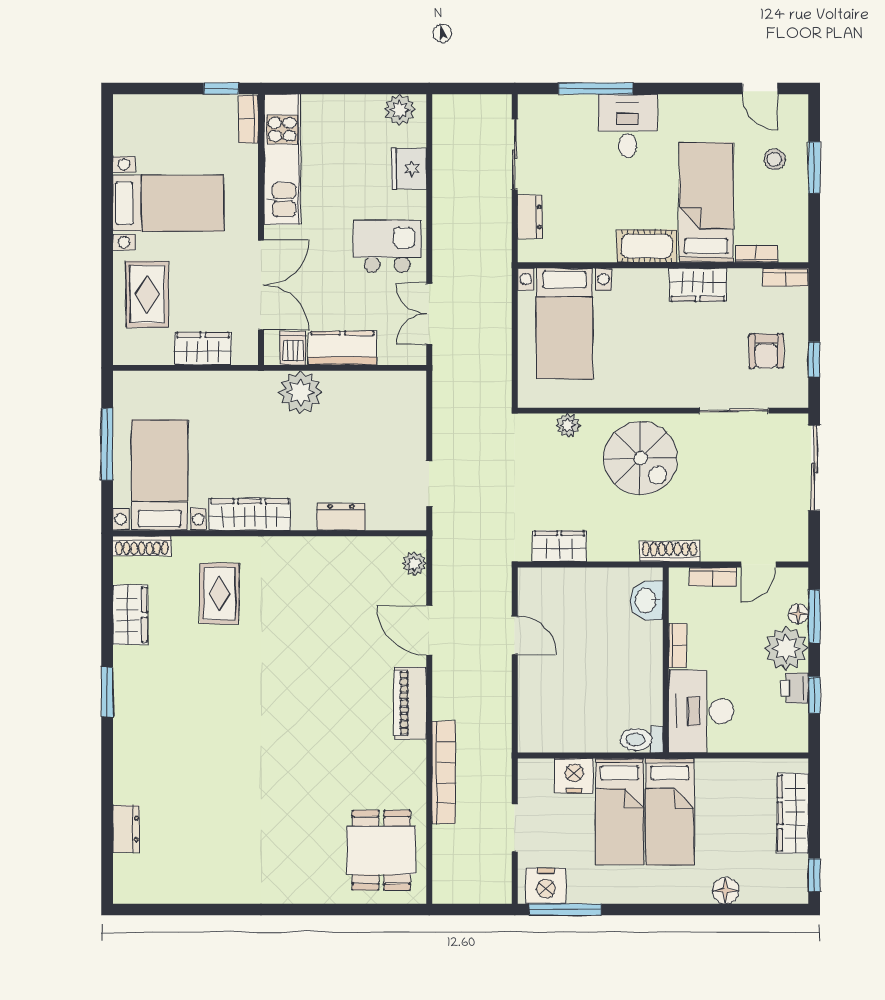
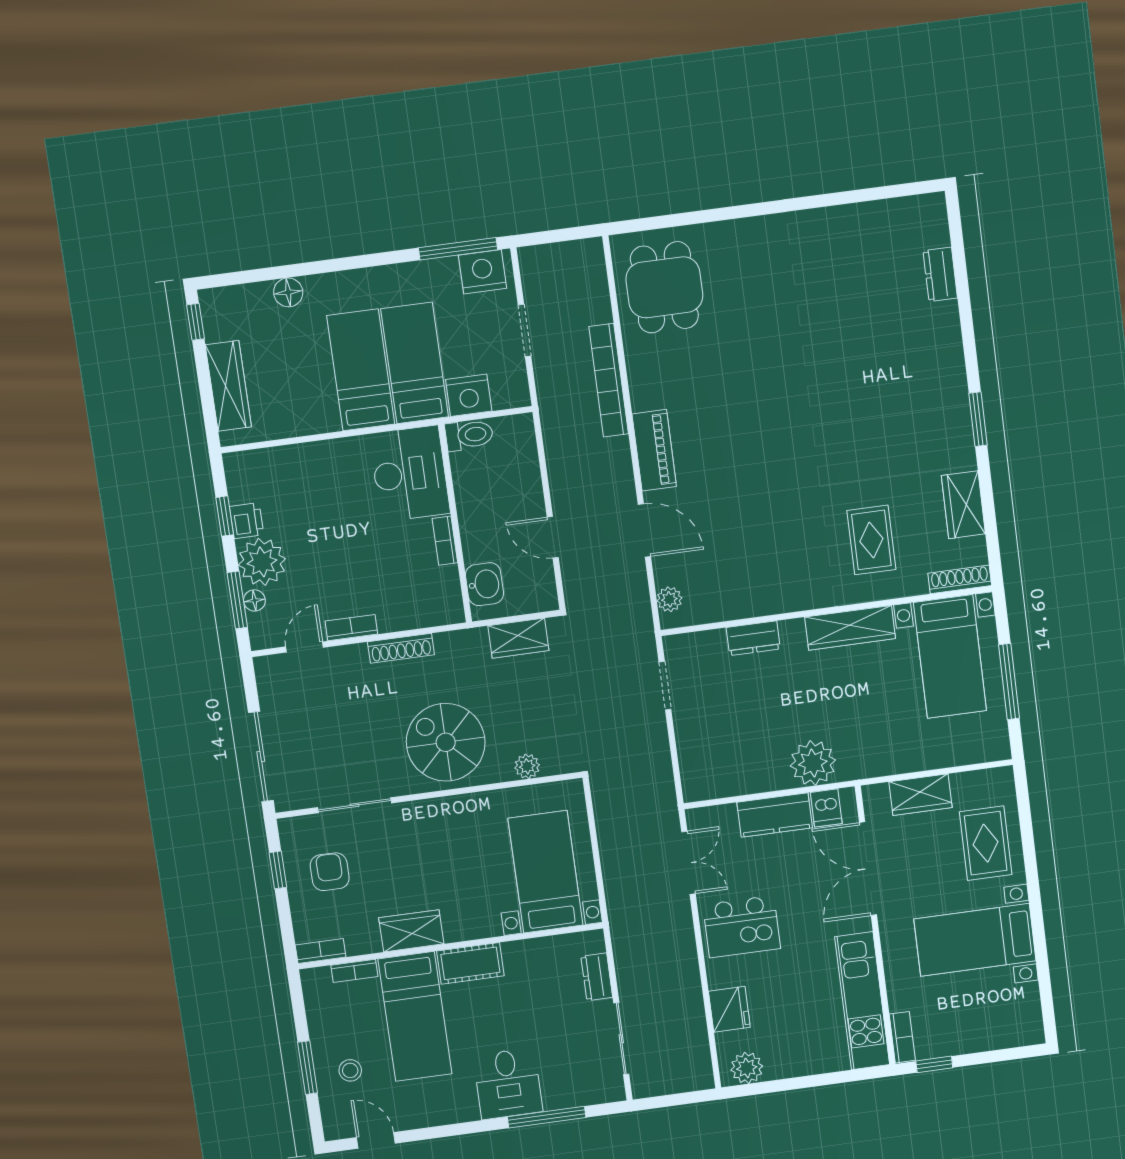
washbasin: (647, 600) -> (484, 584), moved
bookcase: (678, 646) -> (445, 541), moved
wall: (666, 660) -> (455, 523), moved
desk: (701, 711) -> (410, 474), moved
toilet: (642, 739) -> (469, 435), moved

